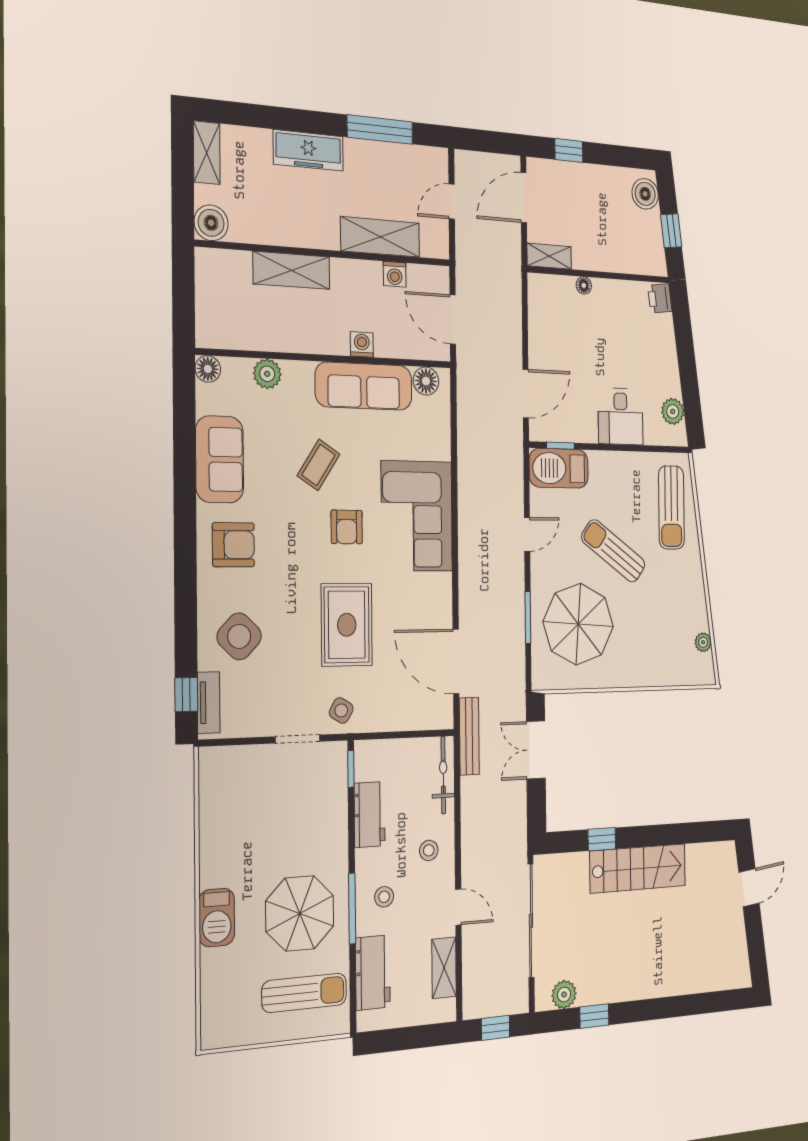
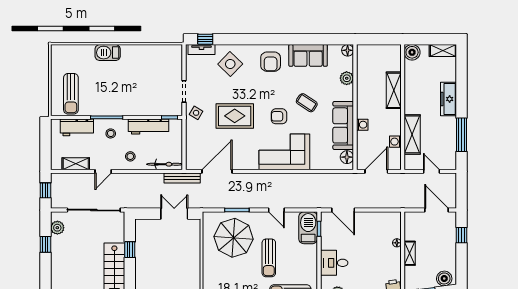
shelving: (549, 256) -> (410, 253), moved
sun lounger: (613, 551) -> (269, 258), turned 144
workbench: (370, 815) -> (148, 127), width x1.38
parasol: (300, 913) -> (106, 92), removed

